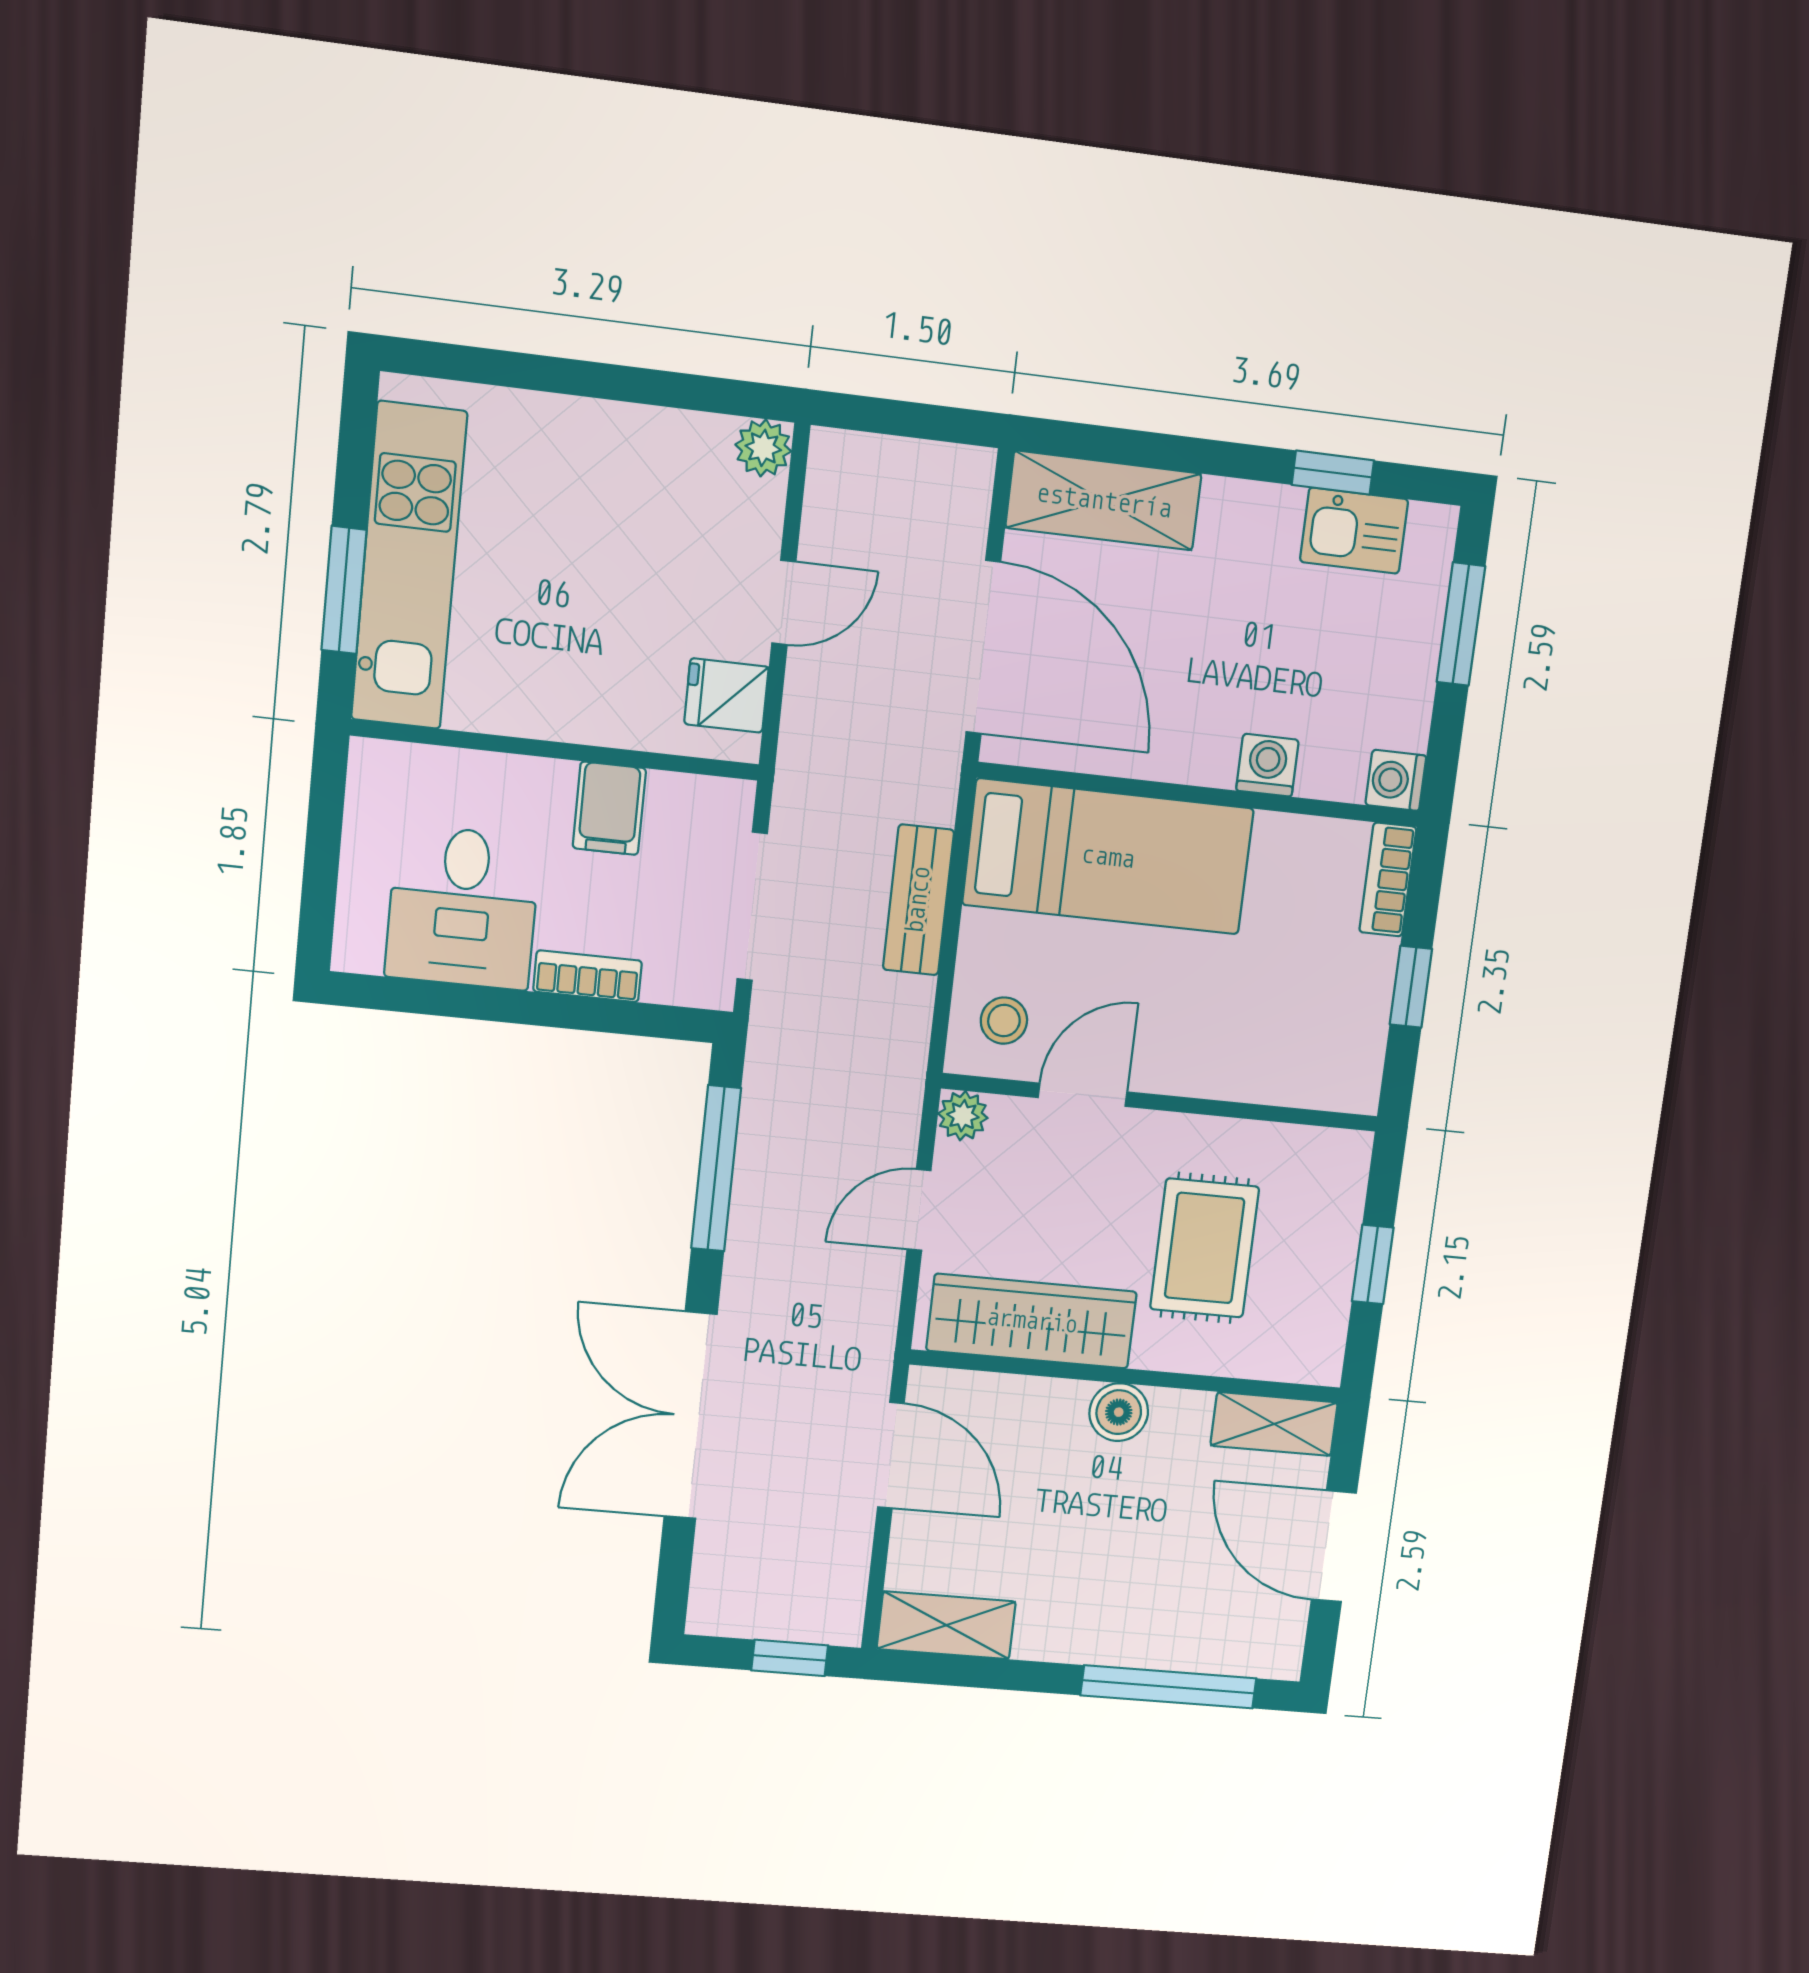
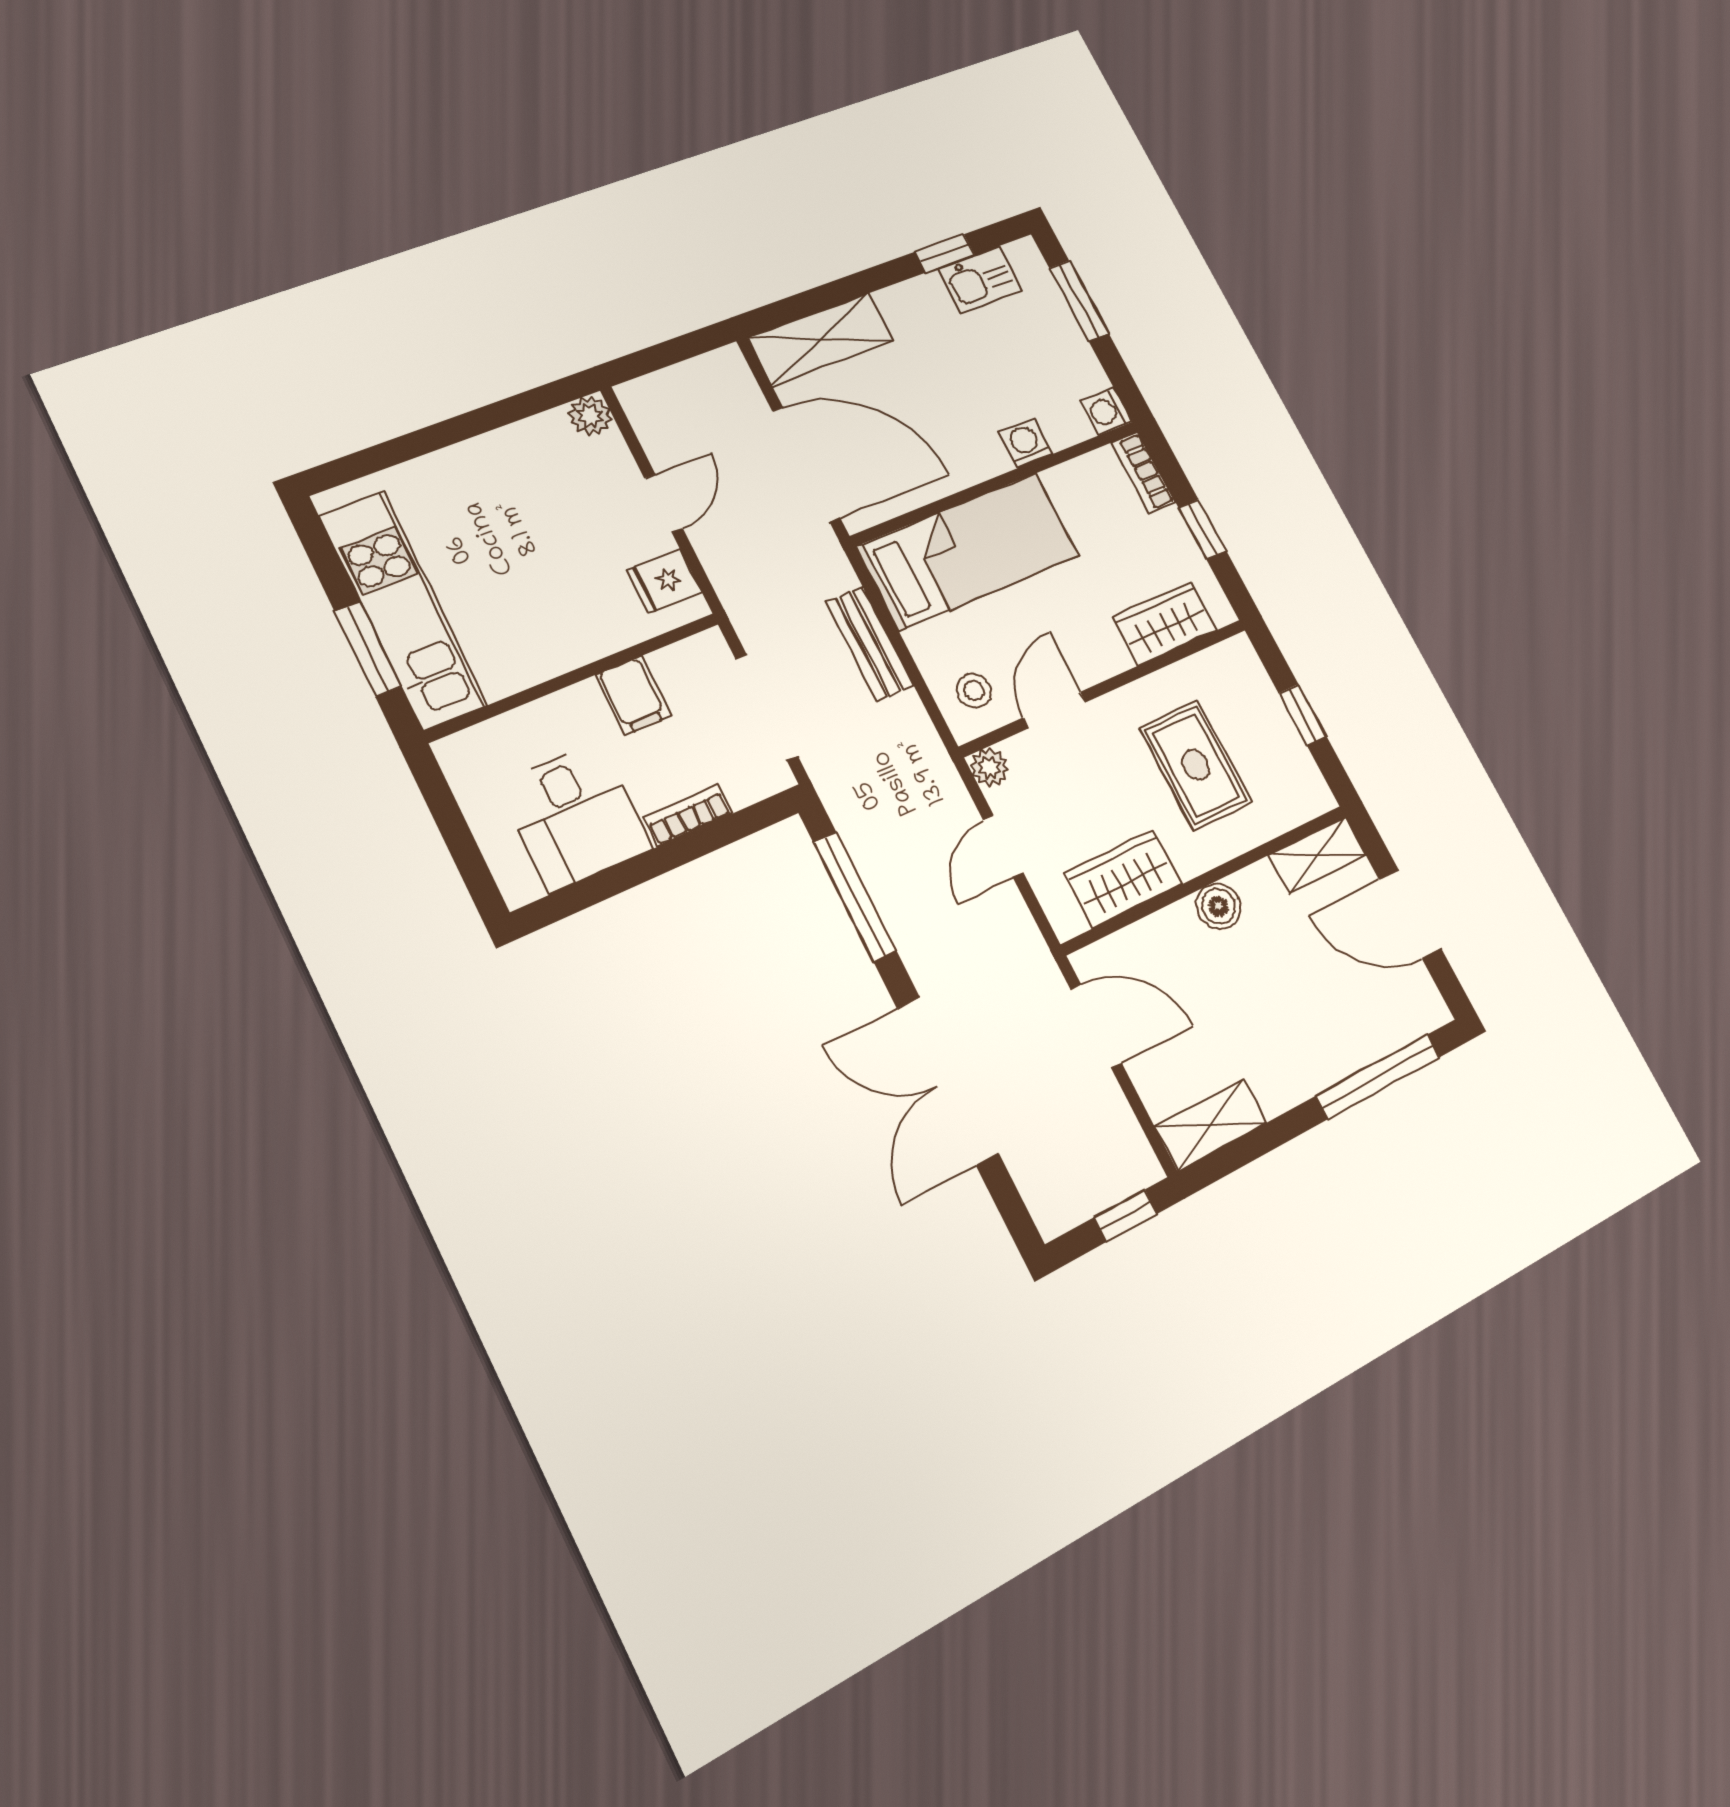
wardrobe: (1284, 1070) -> (1165, 623), added
wardrobe: (1032, 1321) -> (1123, 878), width x0.67

